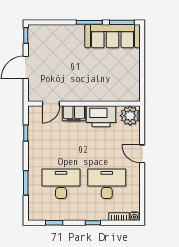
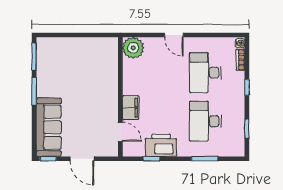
sofa: (113, 36) -> (49, 127), moved
printer: (101, 116) -> (161, 145), moved, turned -90
door: (142, 154) -> (174, 35), hinge flipped

